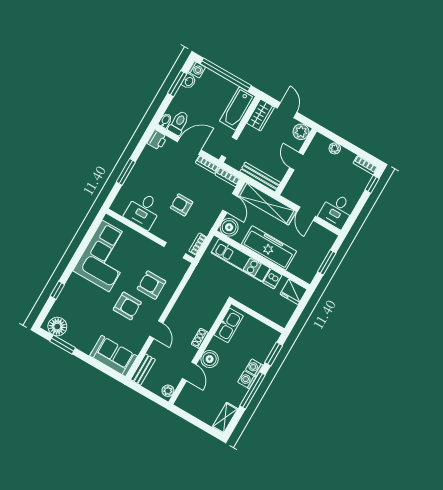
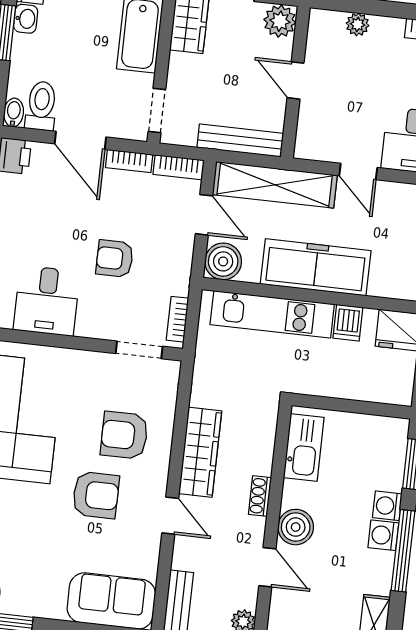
door: (189, 146) -> (80, 140), swing flipped
wardrobe: (182, 307) -> (200, 452), added

